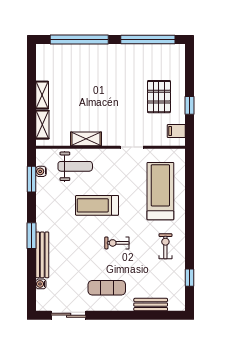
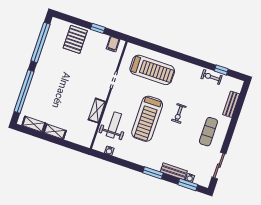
pallet: (159, 97) -> (75, 39), moved, turned 90
shelving: (42, 125) -> (34, 124), moved
window: (32, 179) -> (188, 185), moved
treadmill: (160, 191) -> (152, 70), turned 180
treadmill: (97, 205) -> (147, 119), width x1.37, depth x1.38
exercise bike: (165, 246) -> (211, 77), moved
bench: (42, 255) -> (174, 171), width x0.73

